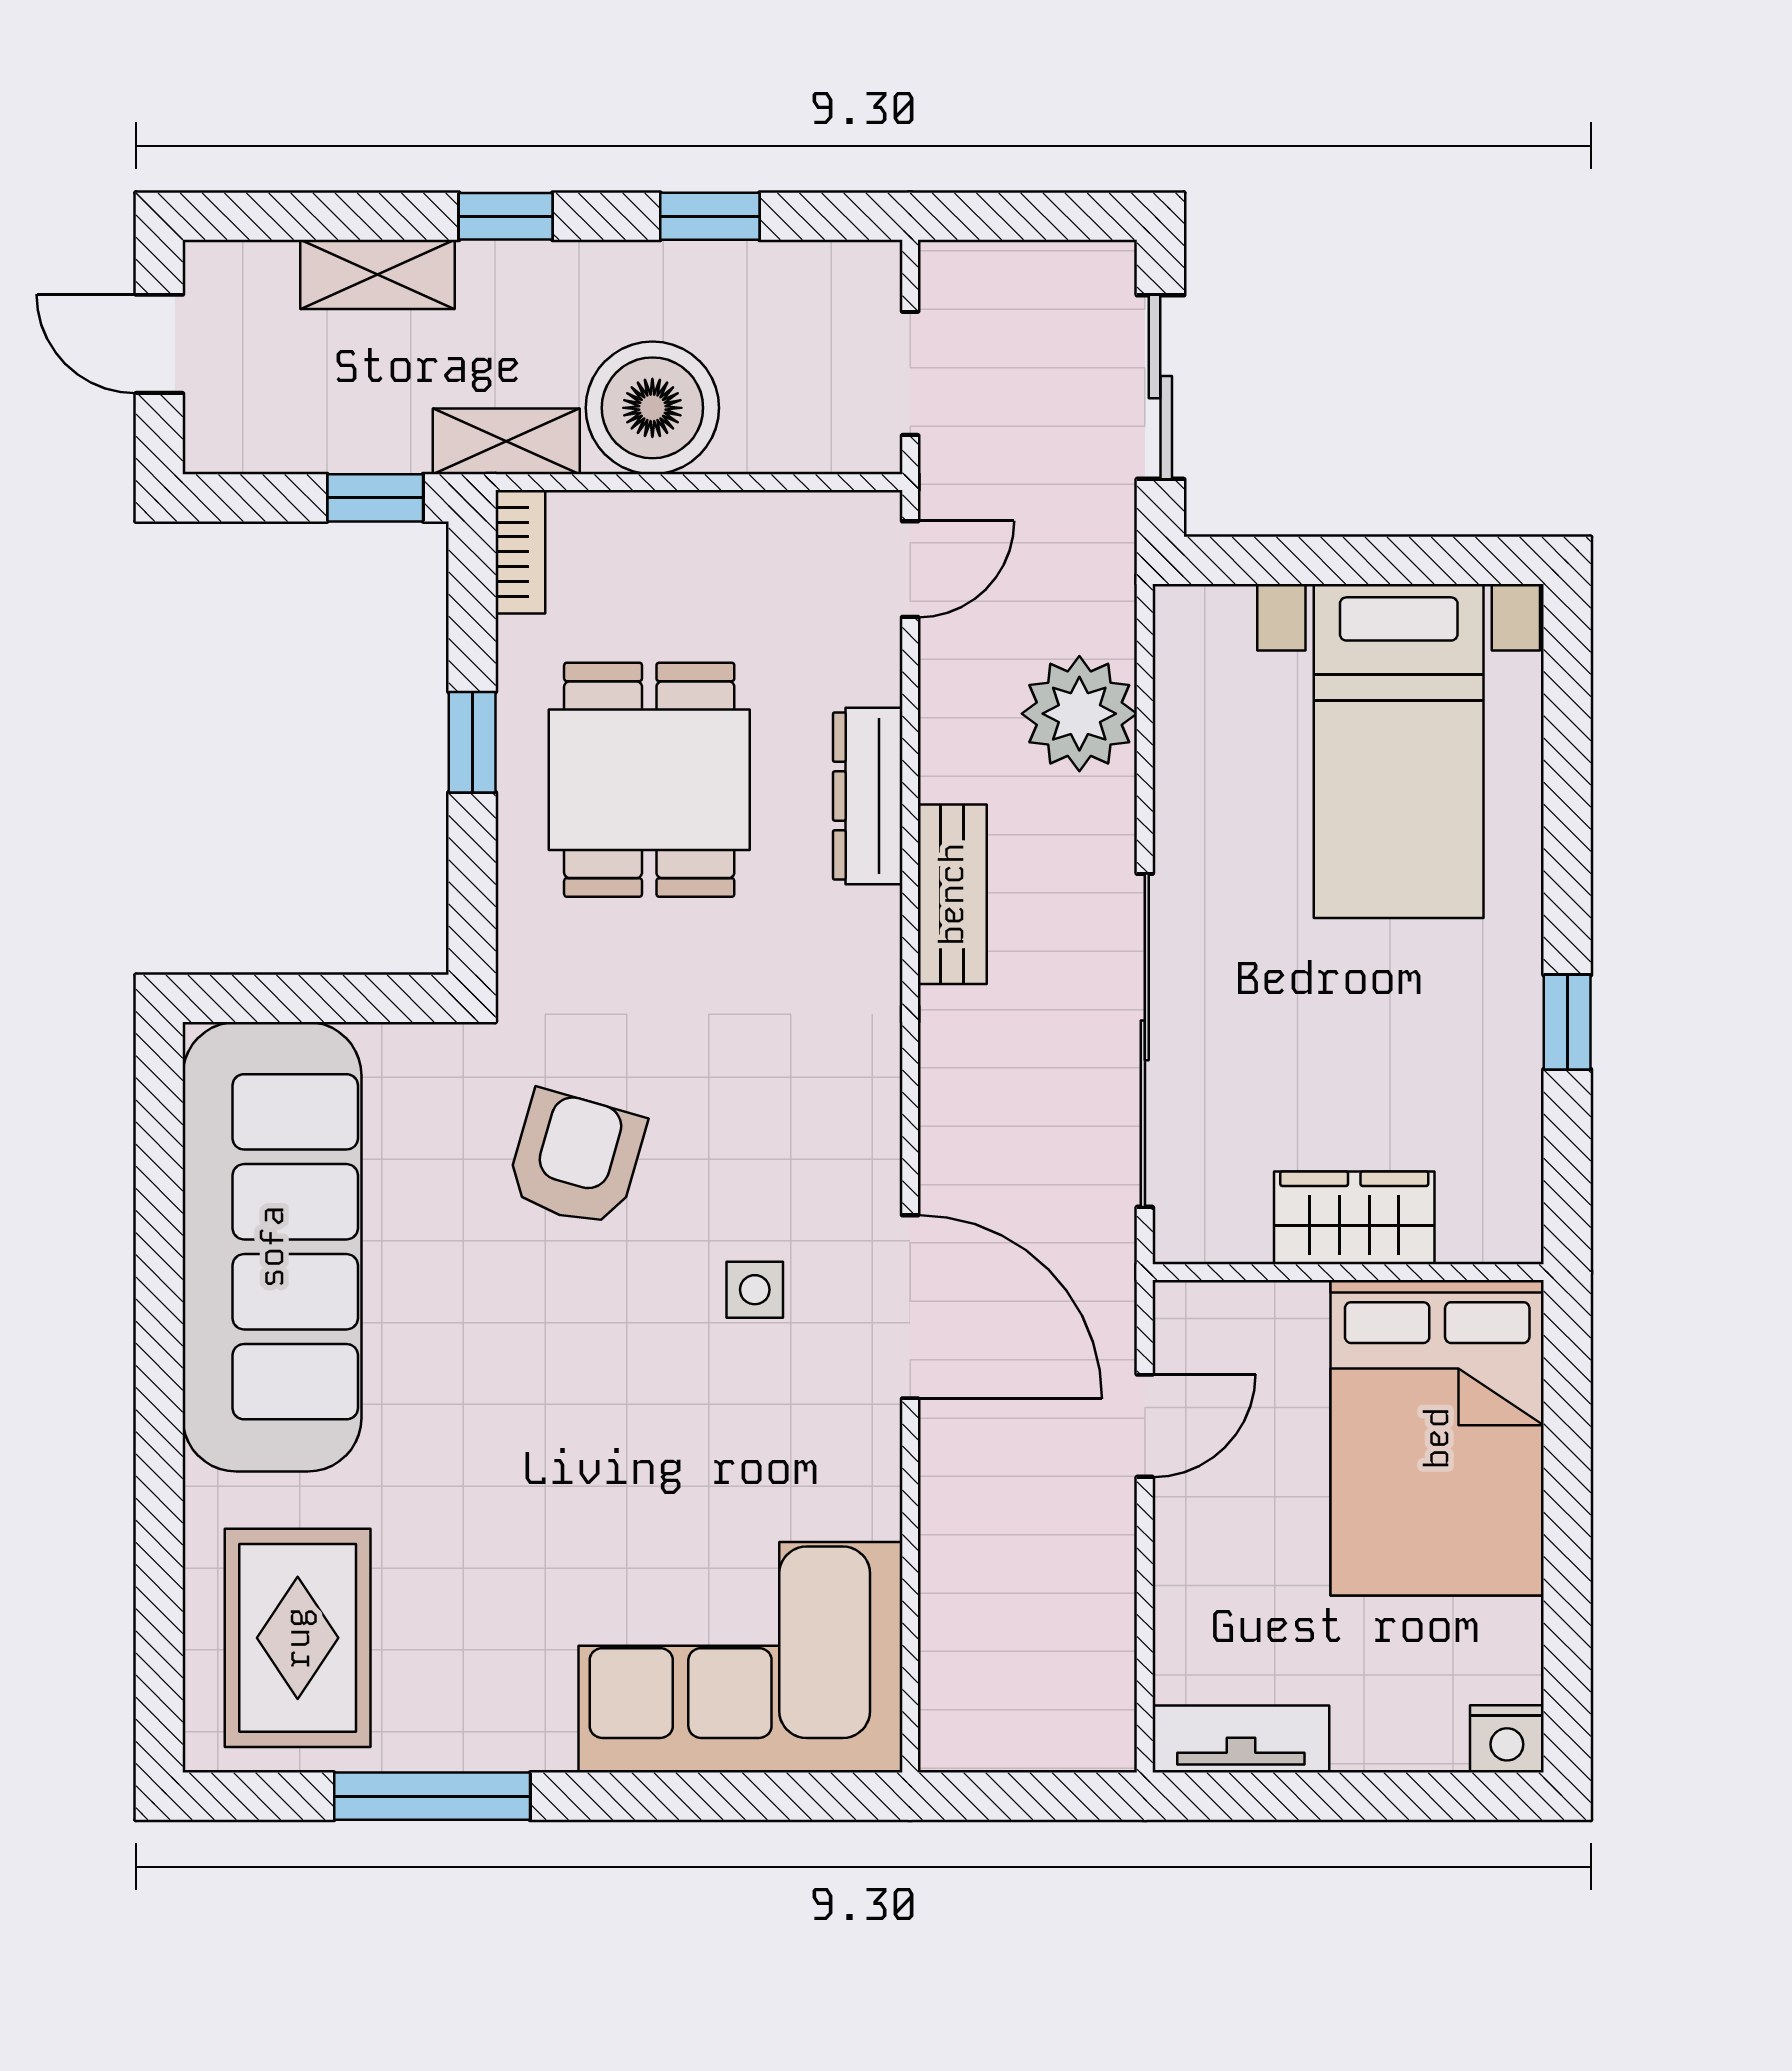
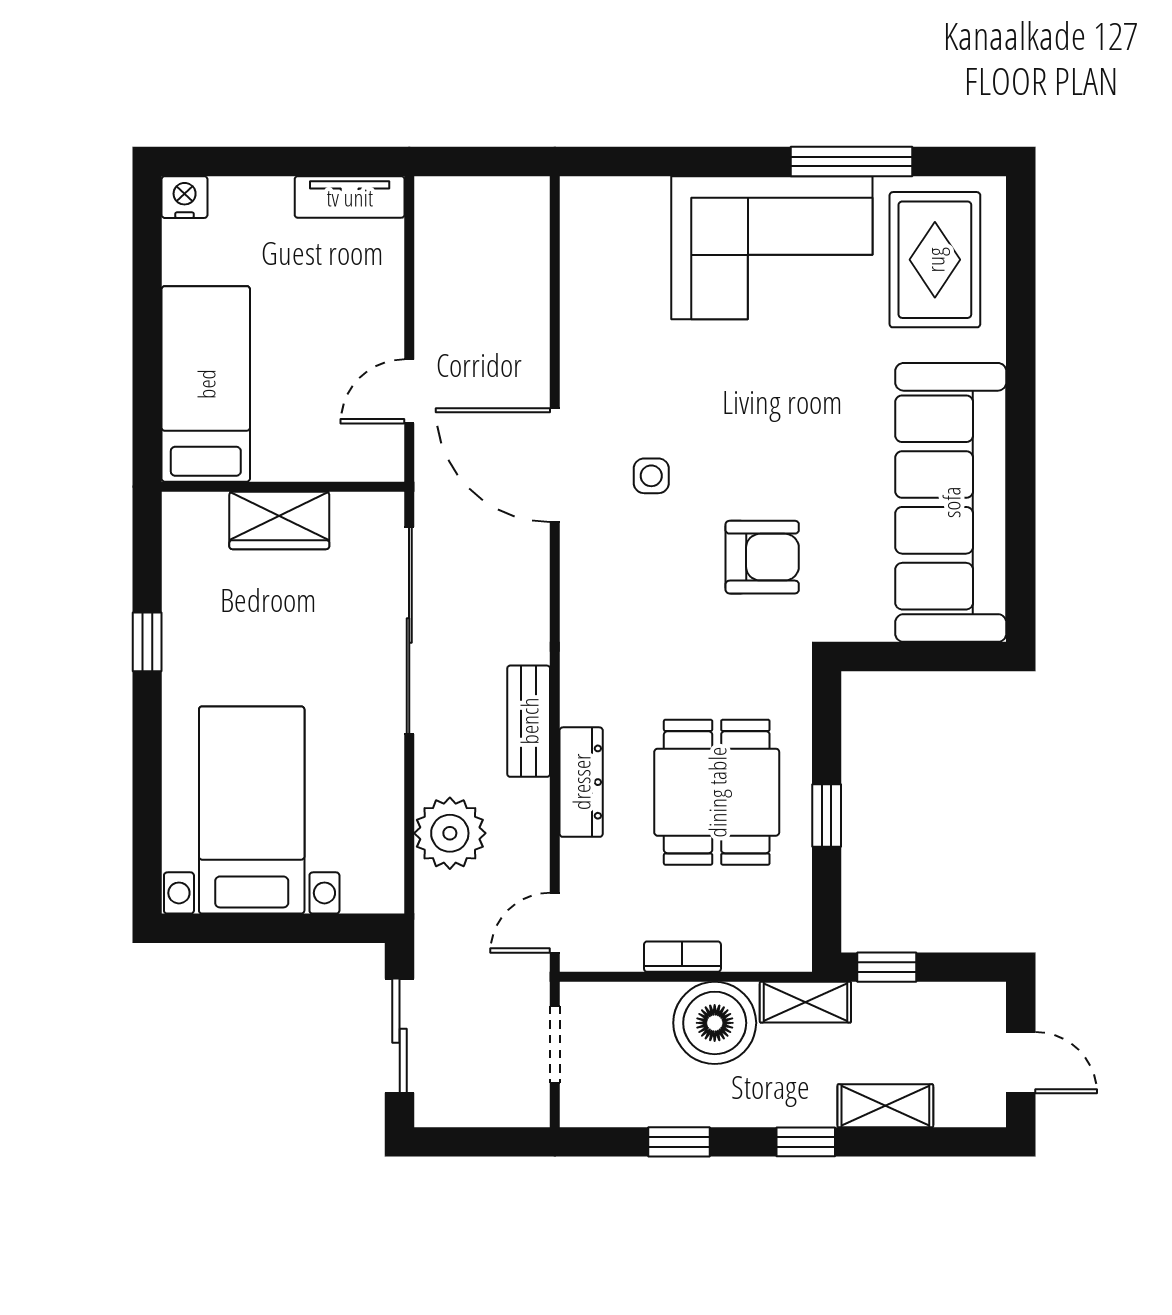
bookcase: (520, 552) -> (682, 957), moved, turned 90
armchair: (576, 1159) -> (762, 557), turned -106
bed: (1437, 1438) -> (206, 384), width x0.67
corner sofa: (740, 1657) -> (772, 248), moved

